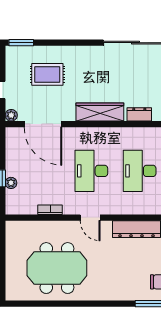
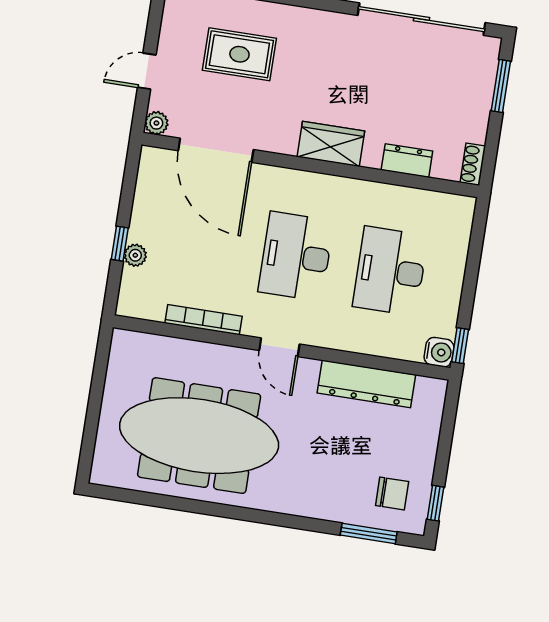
wardrobe: (100, 112) -> (331, 144), width x0.67
bookcase: (50, 210) -> (203, 320), width x1.56
meeting table: (57, 268) -> (199, 436), width x1.36

